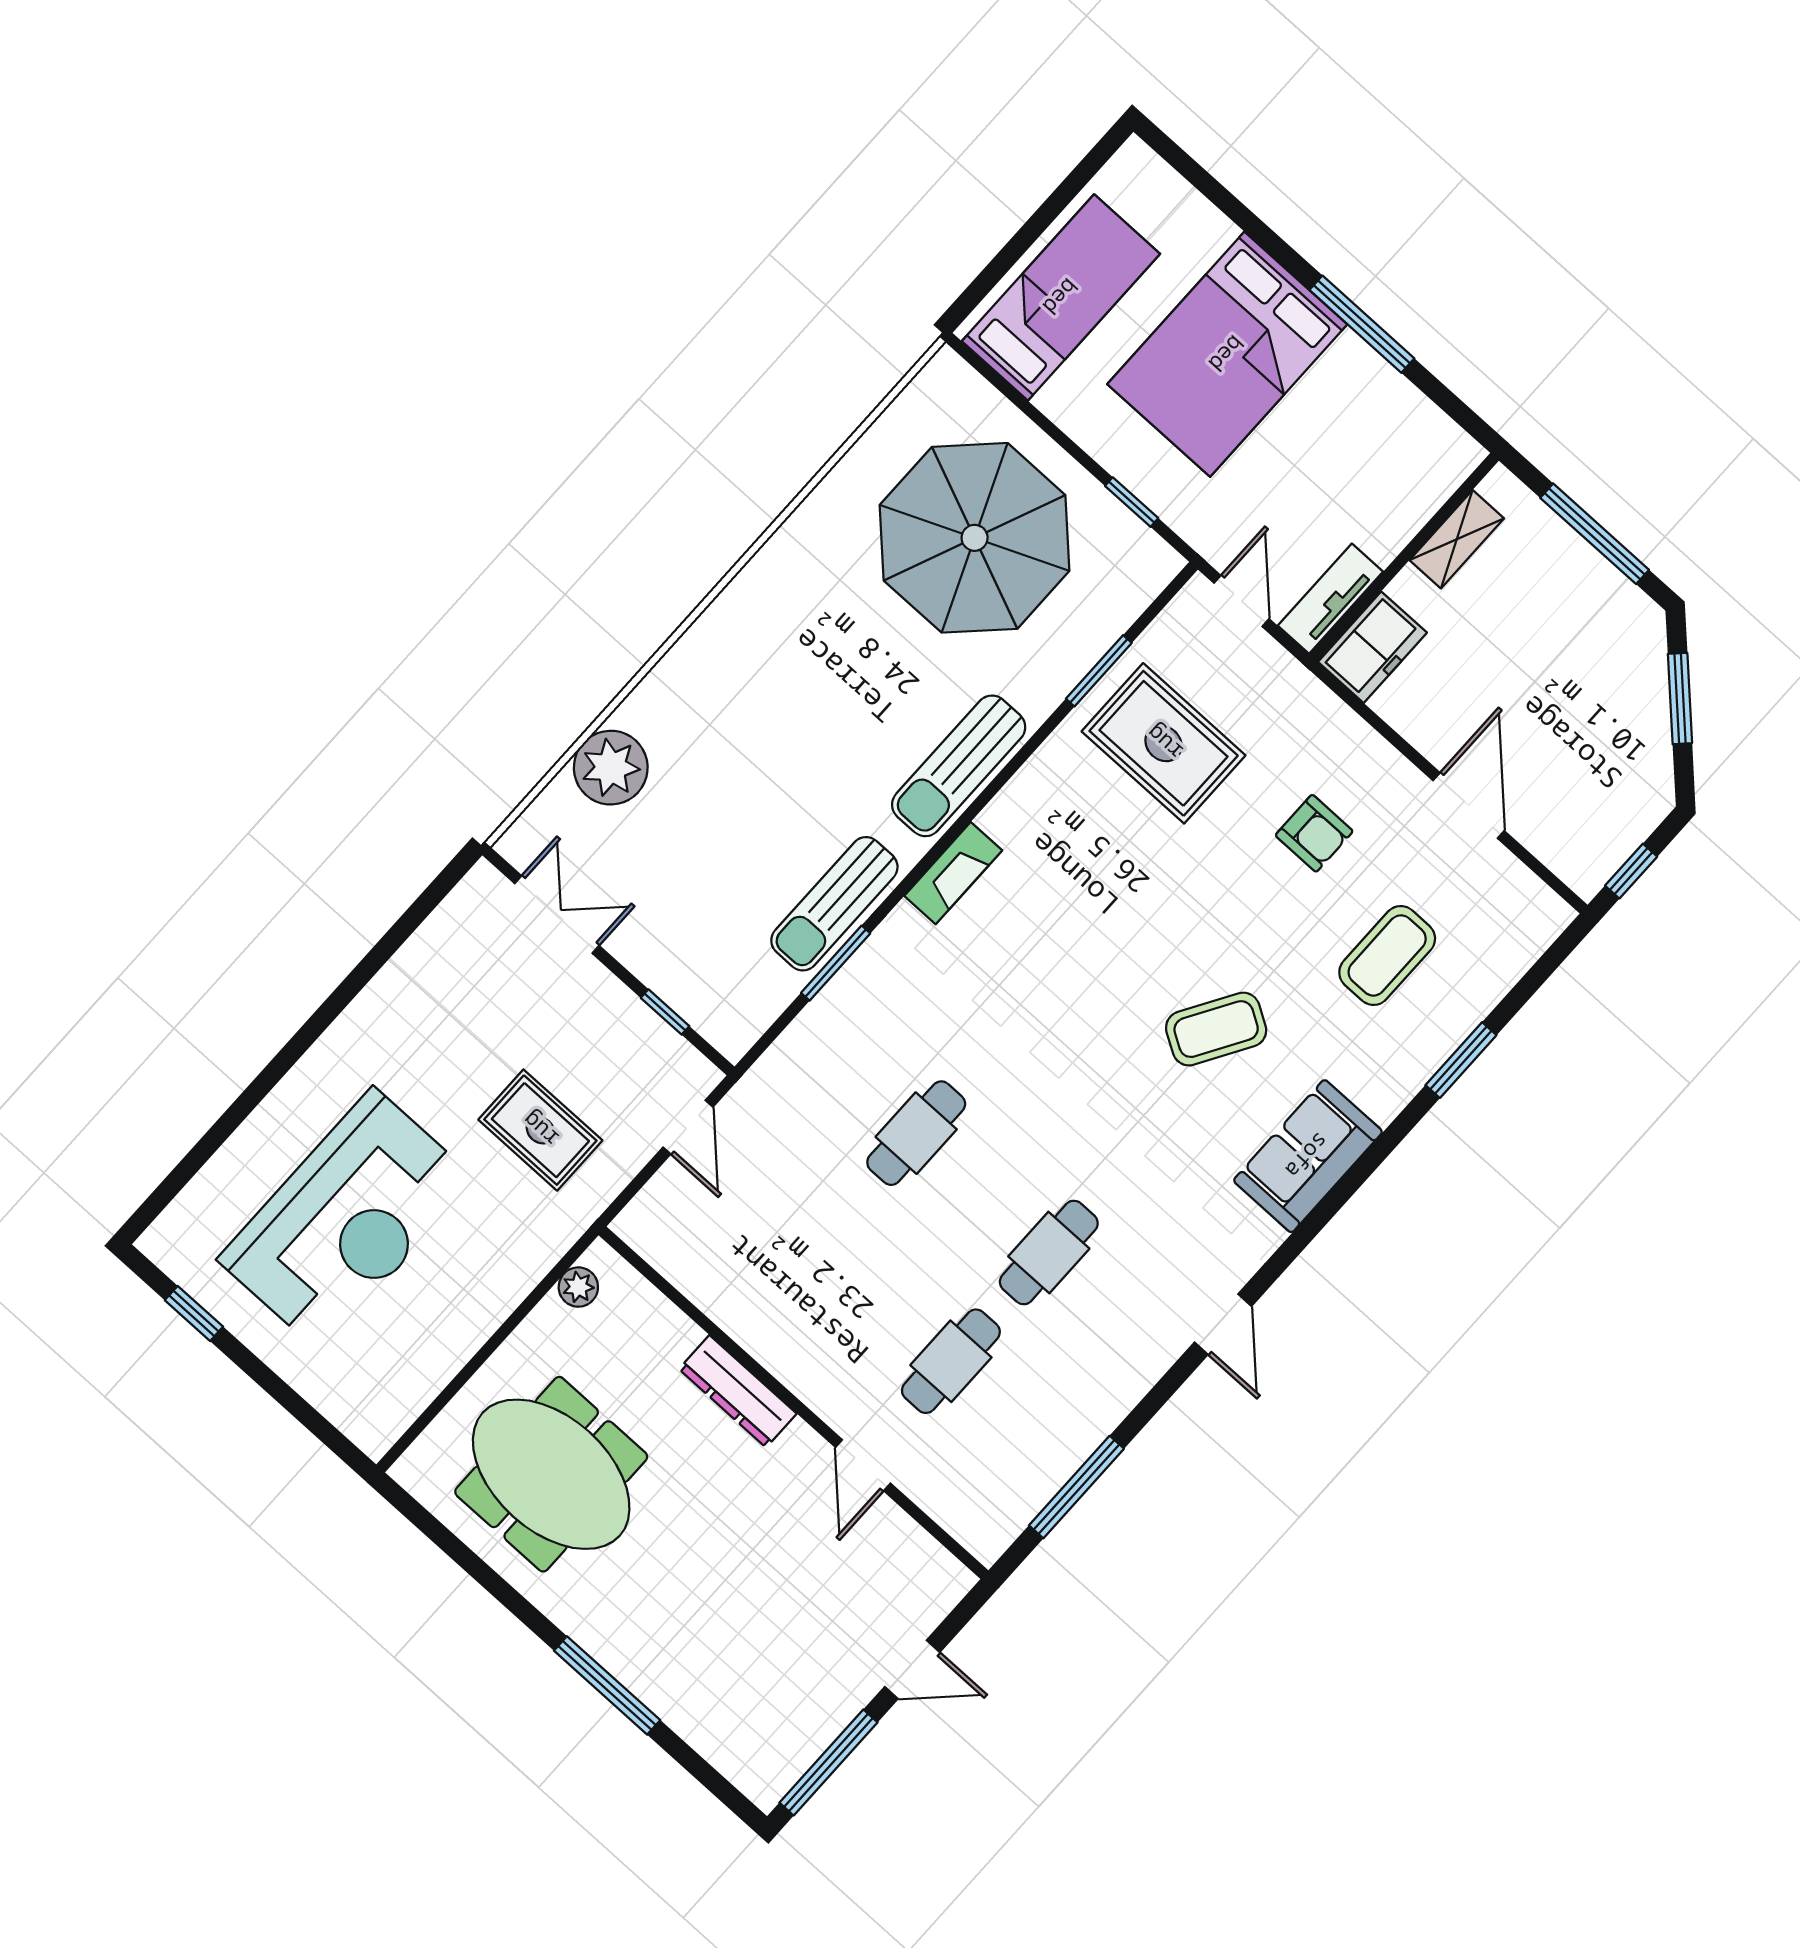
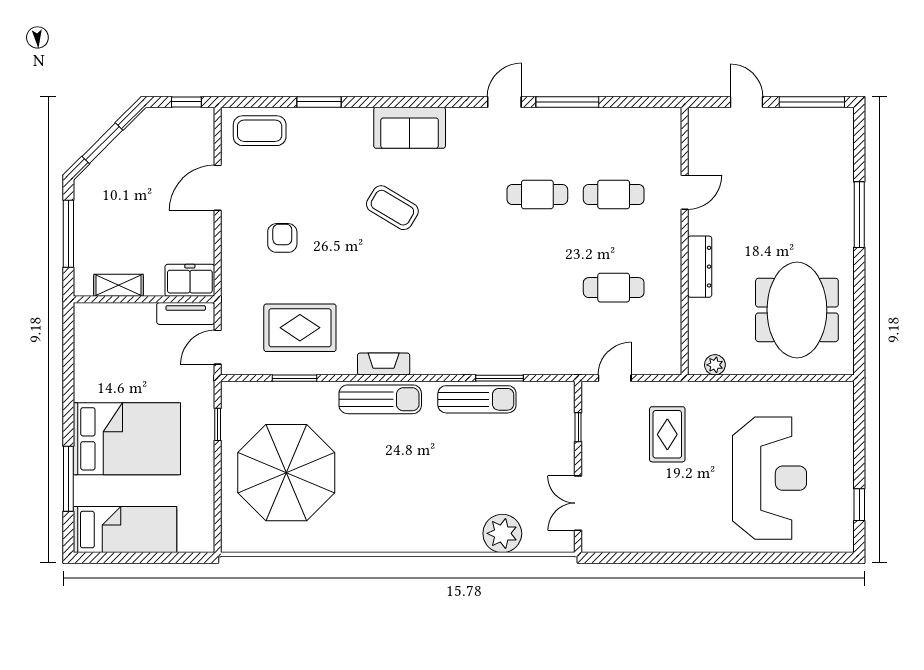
bed: (1061, 297) -> (125, 530), moved, turned 180
window: (1362, 324) -> (68, 479), moved
rug: (1164, 743) -> (300, 328), turned 90
fireplace: (953, 873) -> (384, 364), moved
coffee table: (1387, 955) -> (260, 131), moved
cafe table: (916, 1133) -> (614, 288), moved
reception desk: (347, 1219) -> (770, 478), turned 90
window: (1076, 1487) -> (567, 102), moved

